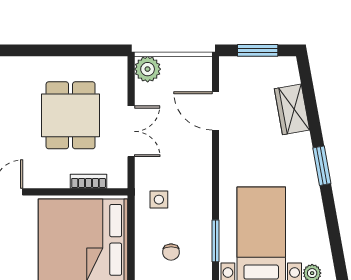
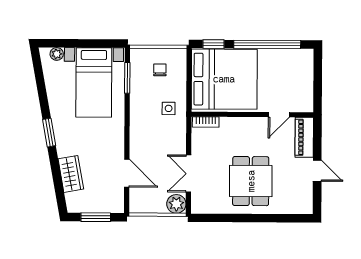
dining table: (71, 115) -> (251, 181), moved
double door: (131, 131) -> (189, 174), moved
bookcase: (89, 181) -> (206, 122), moved

